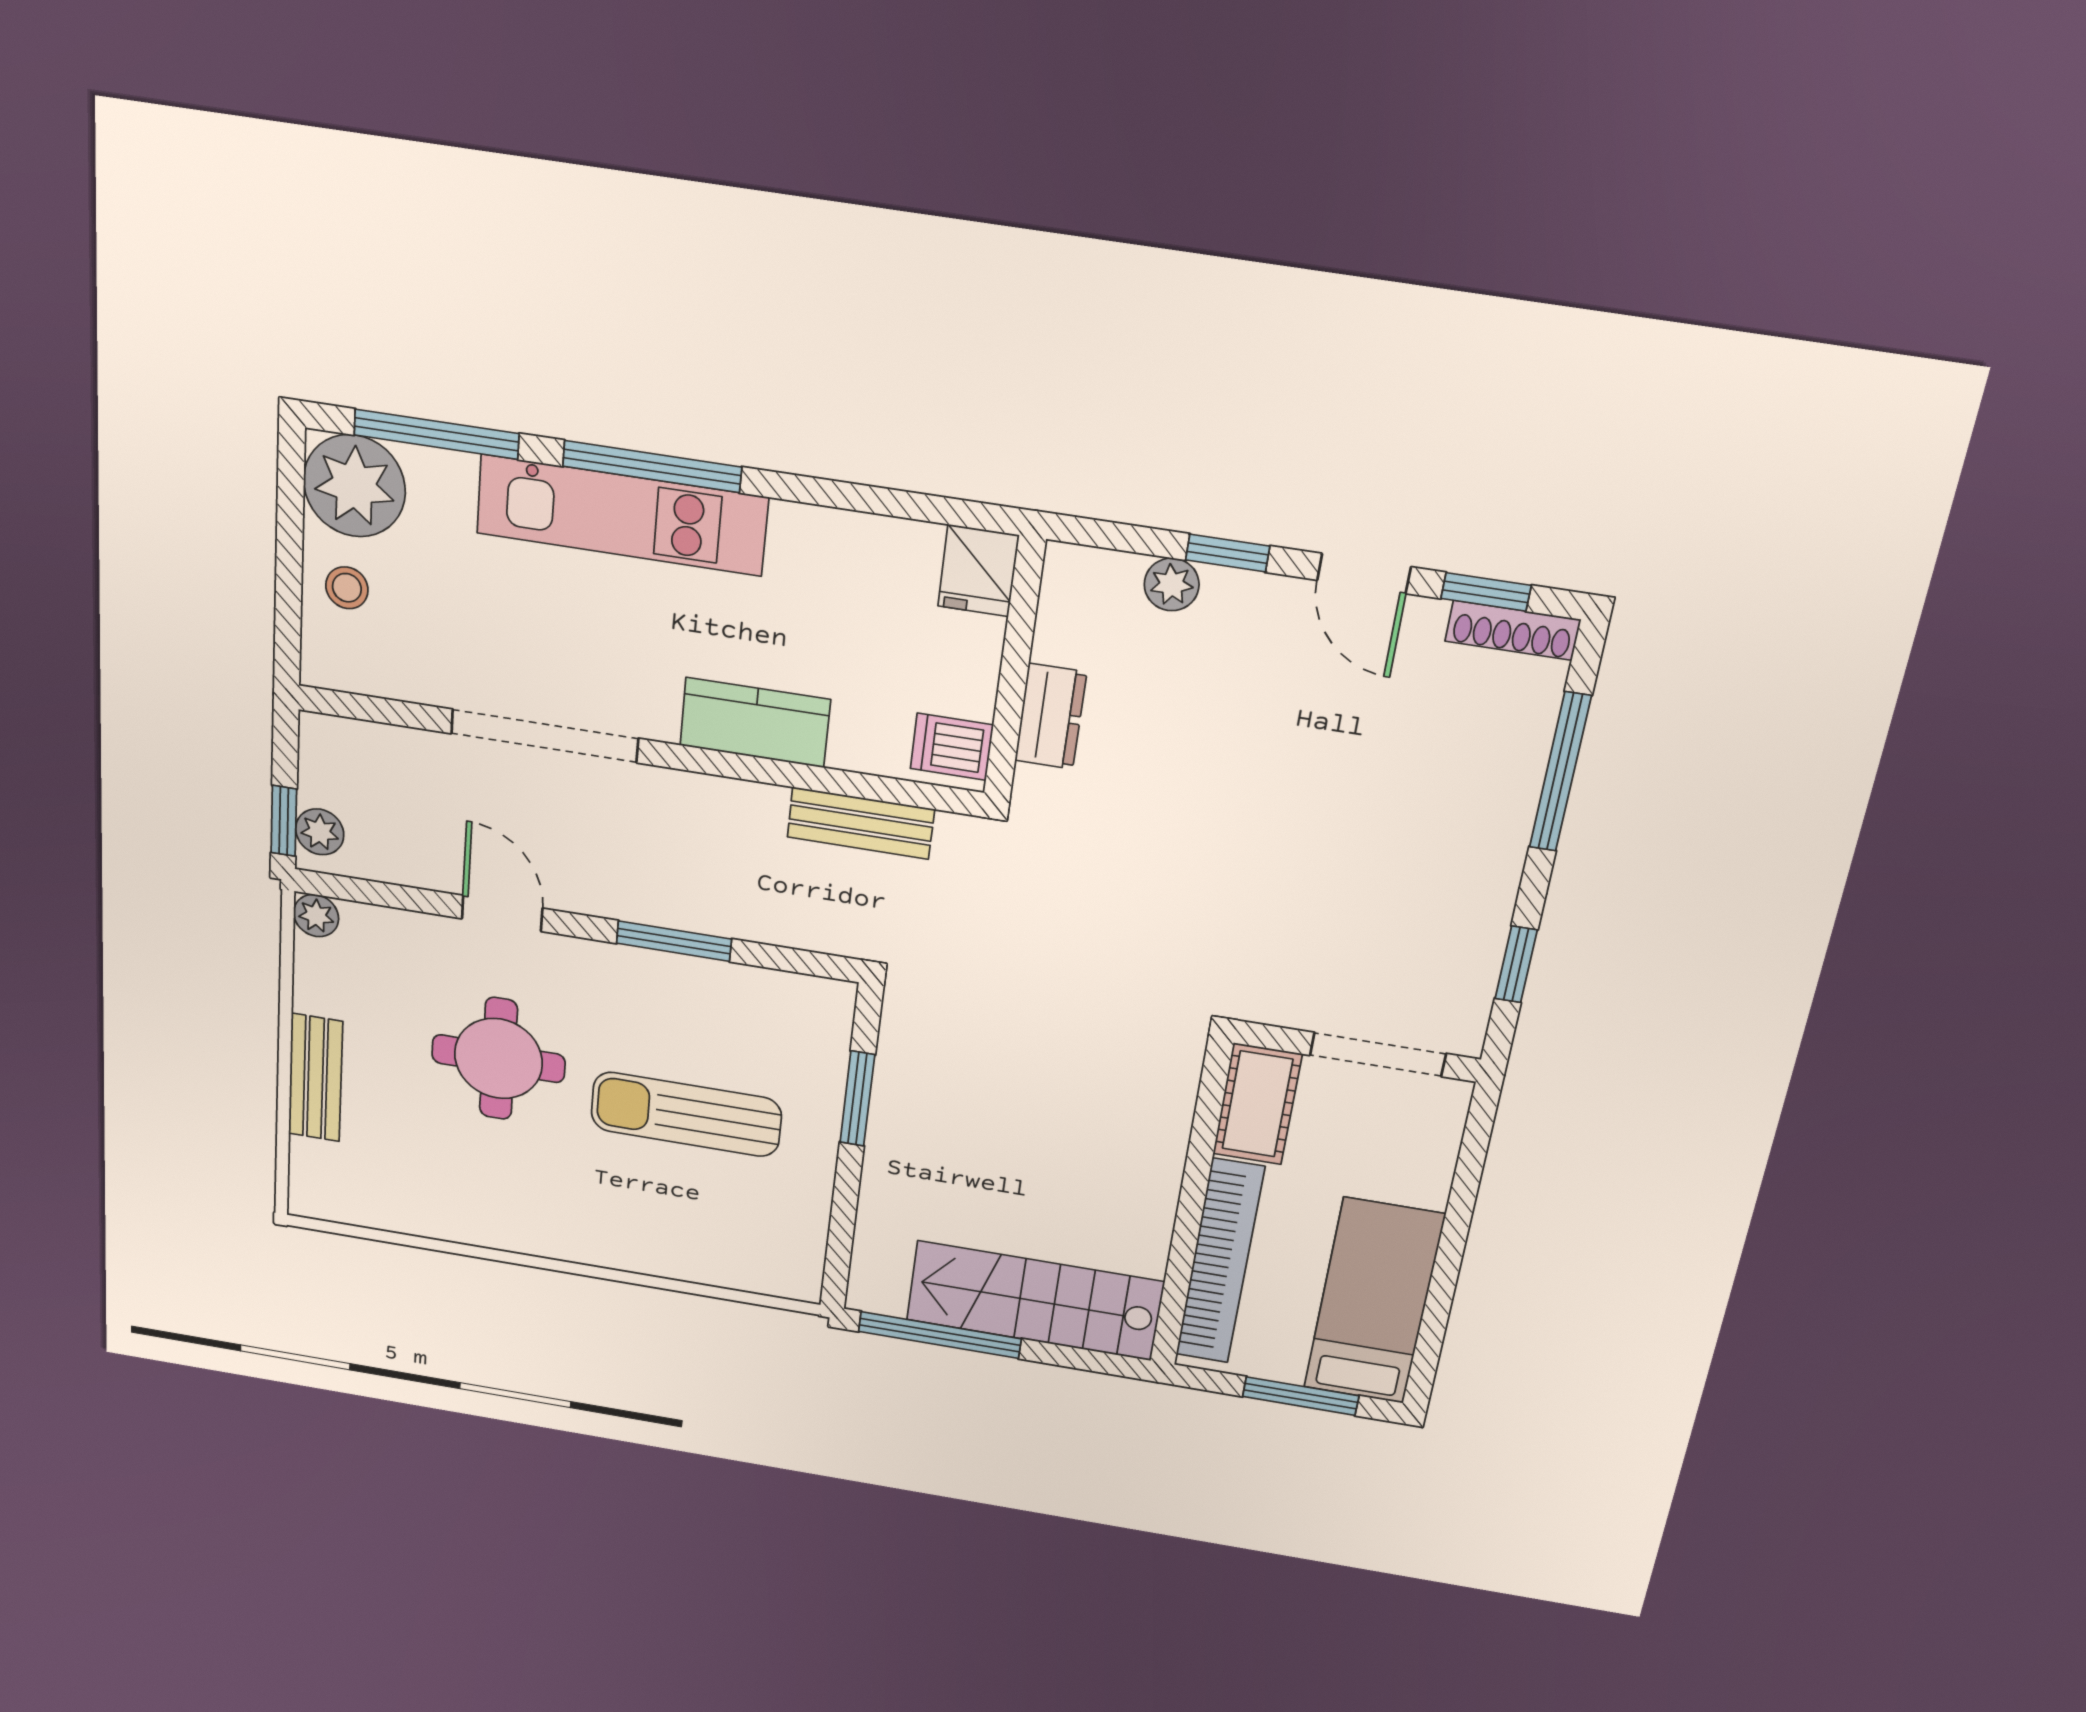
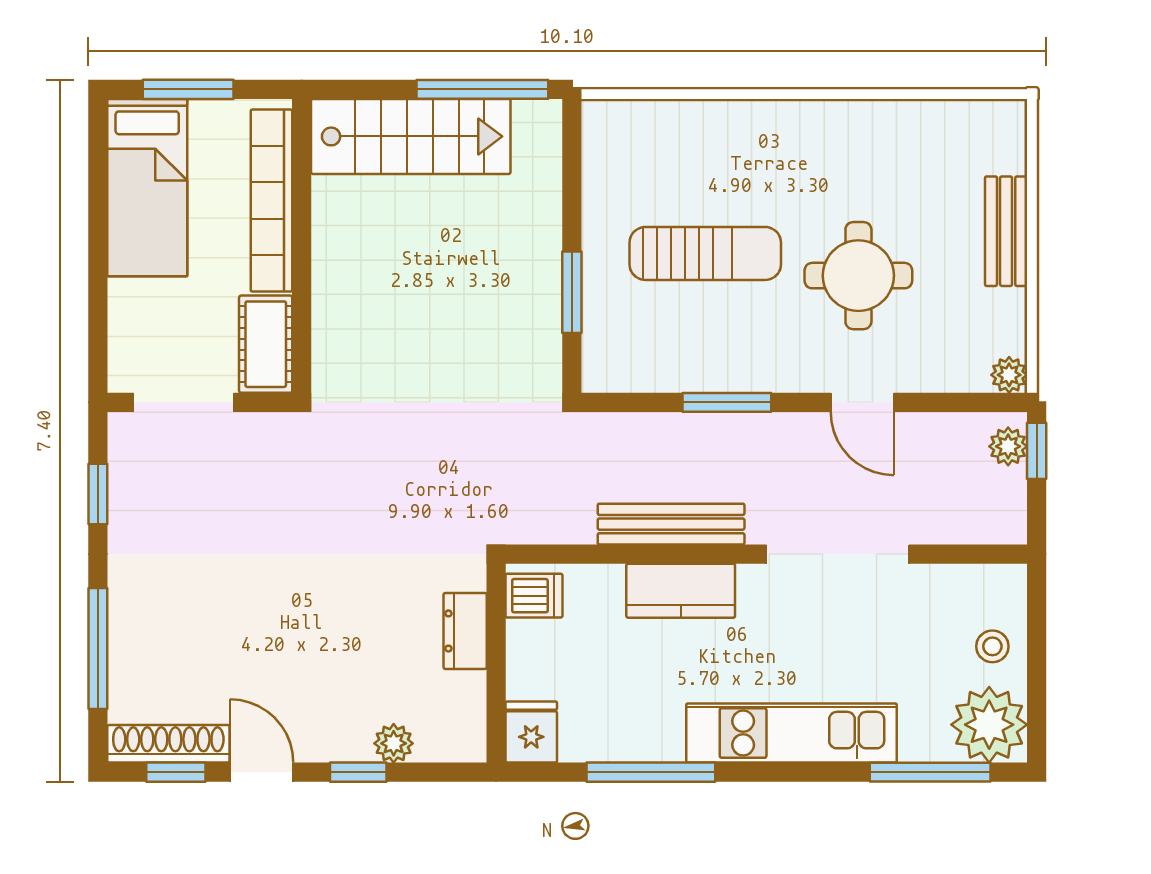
window: (652, 467) -> (651, 772), moved
shoe rack: (1513, 630) -> (168, 744), width x1.36, depth x1.24
bench: (861, 823) -> (671, 524), moved, width x1.36

